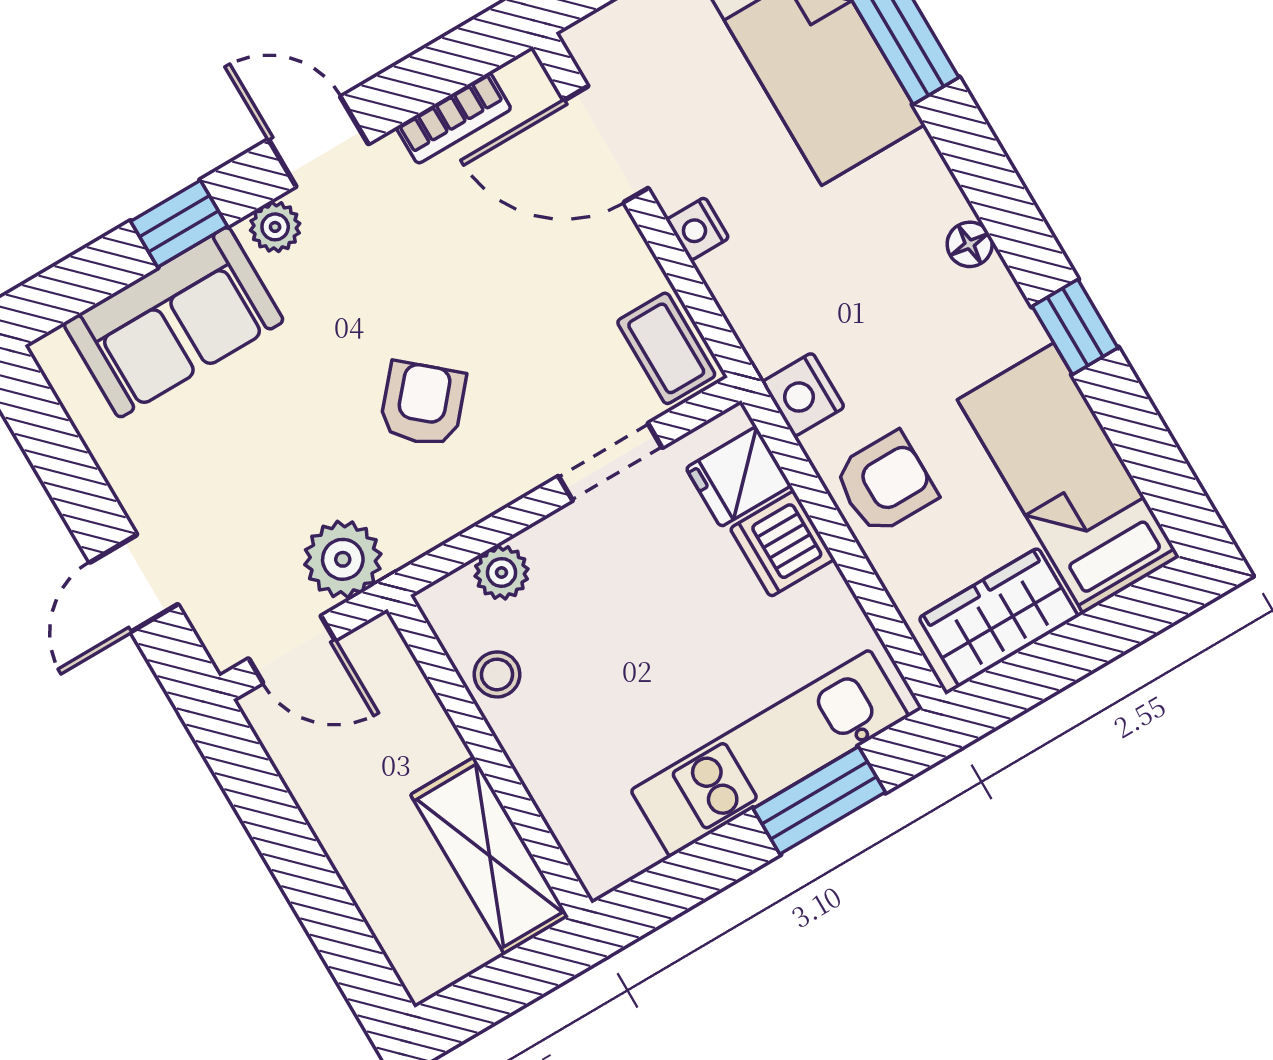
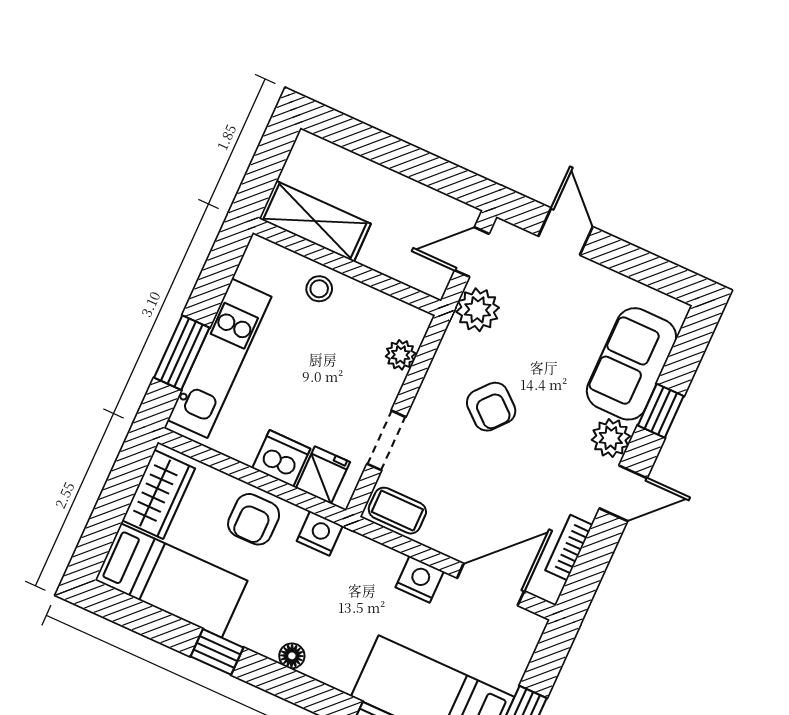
plant: (275, 227) -> (611, 438), width x1.38, depth x1.38
nightstand: (698, 229) -> (420, 579), width x1.39, depth x1.35
stool: (497, 674) -> (319, 289), moved

